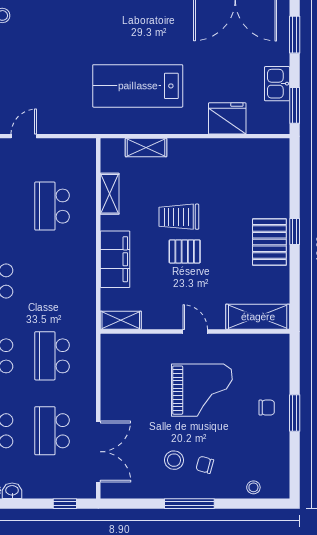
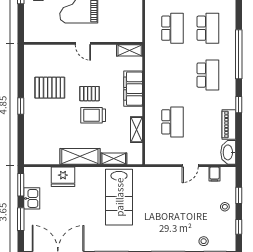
window: (295, 35) -> (21, 219), moved
lab bench: (138, 86) -> (119, 197), turned 90
trolley: (179, 217) -> (93, 115), turned 180
pallet: (269, 242) -> (50, 88), moved, turned 90
shelving: (258, 317) -> (80, 156), moved

